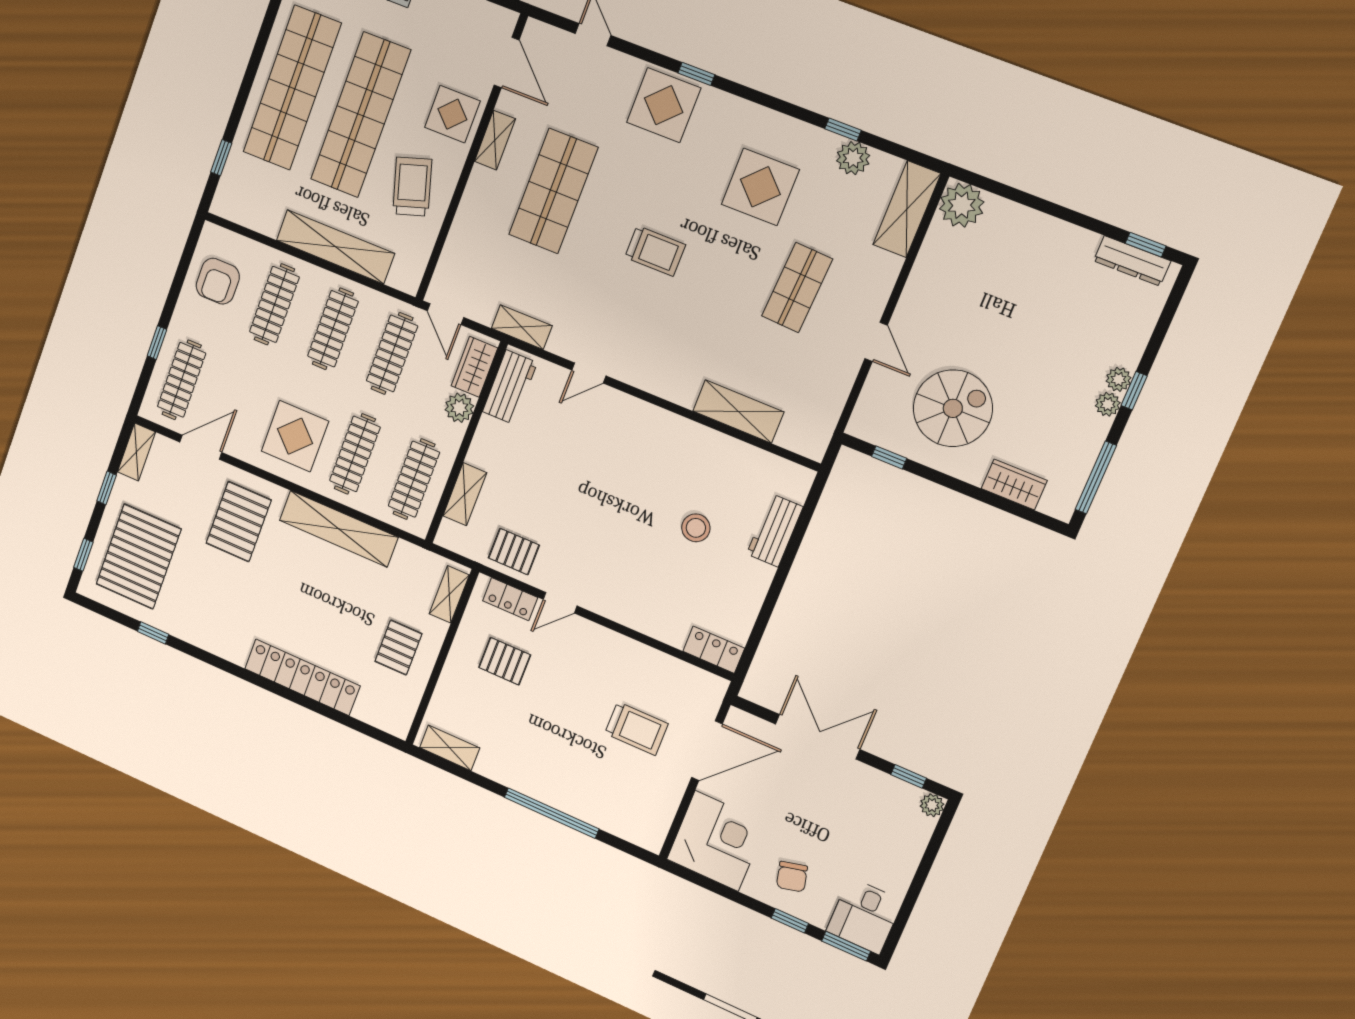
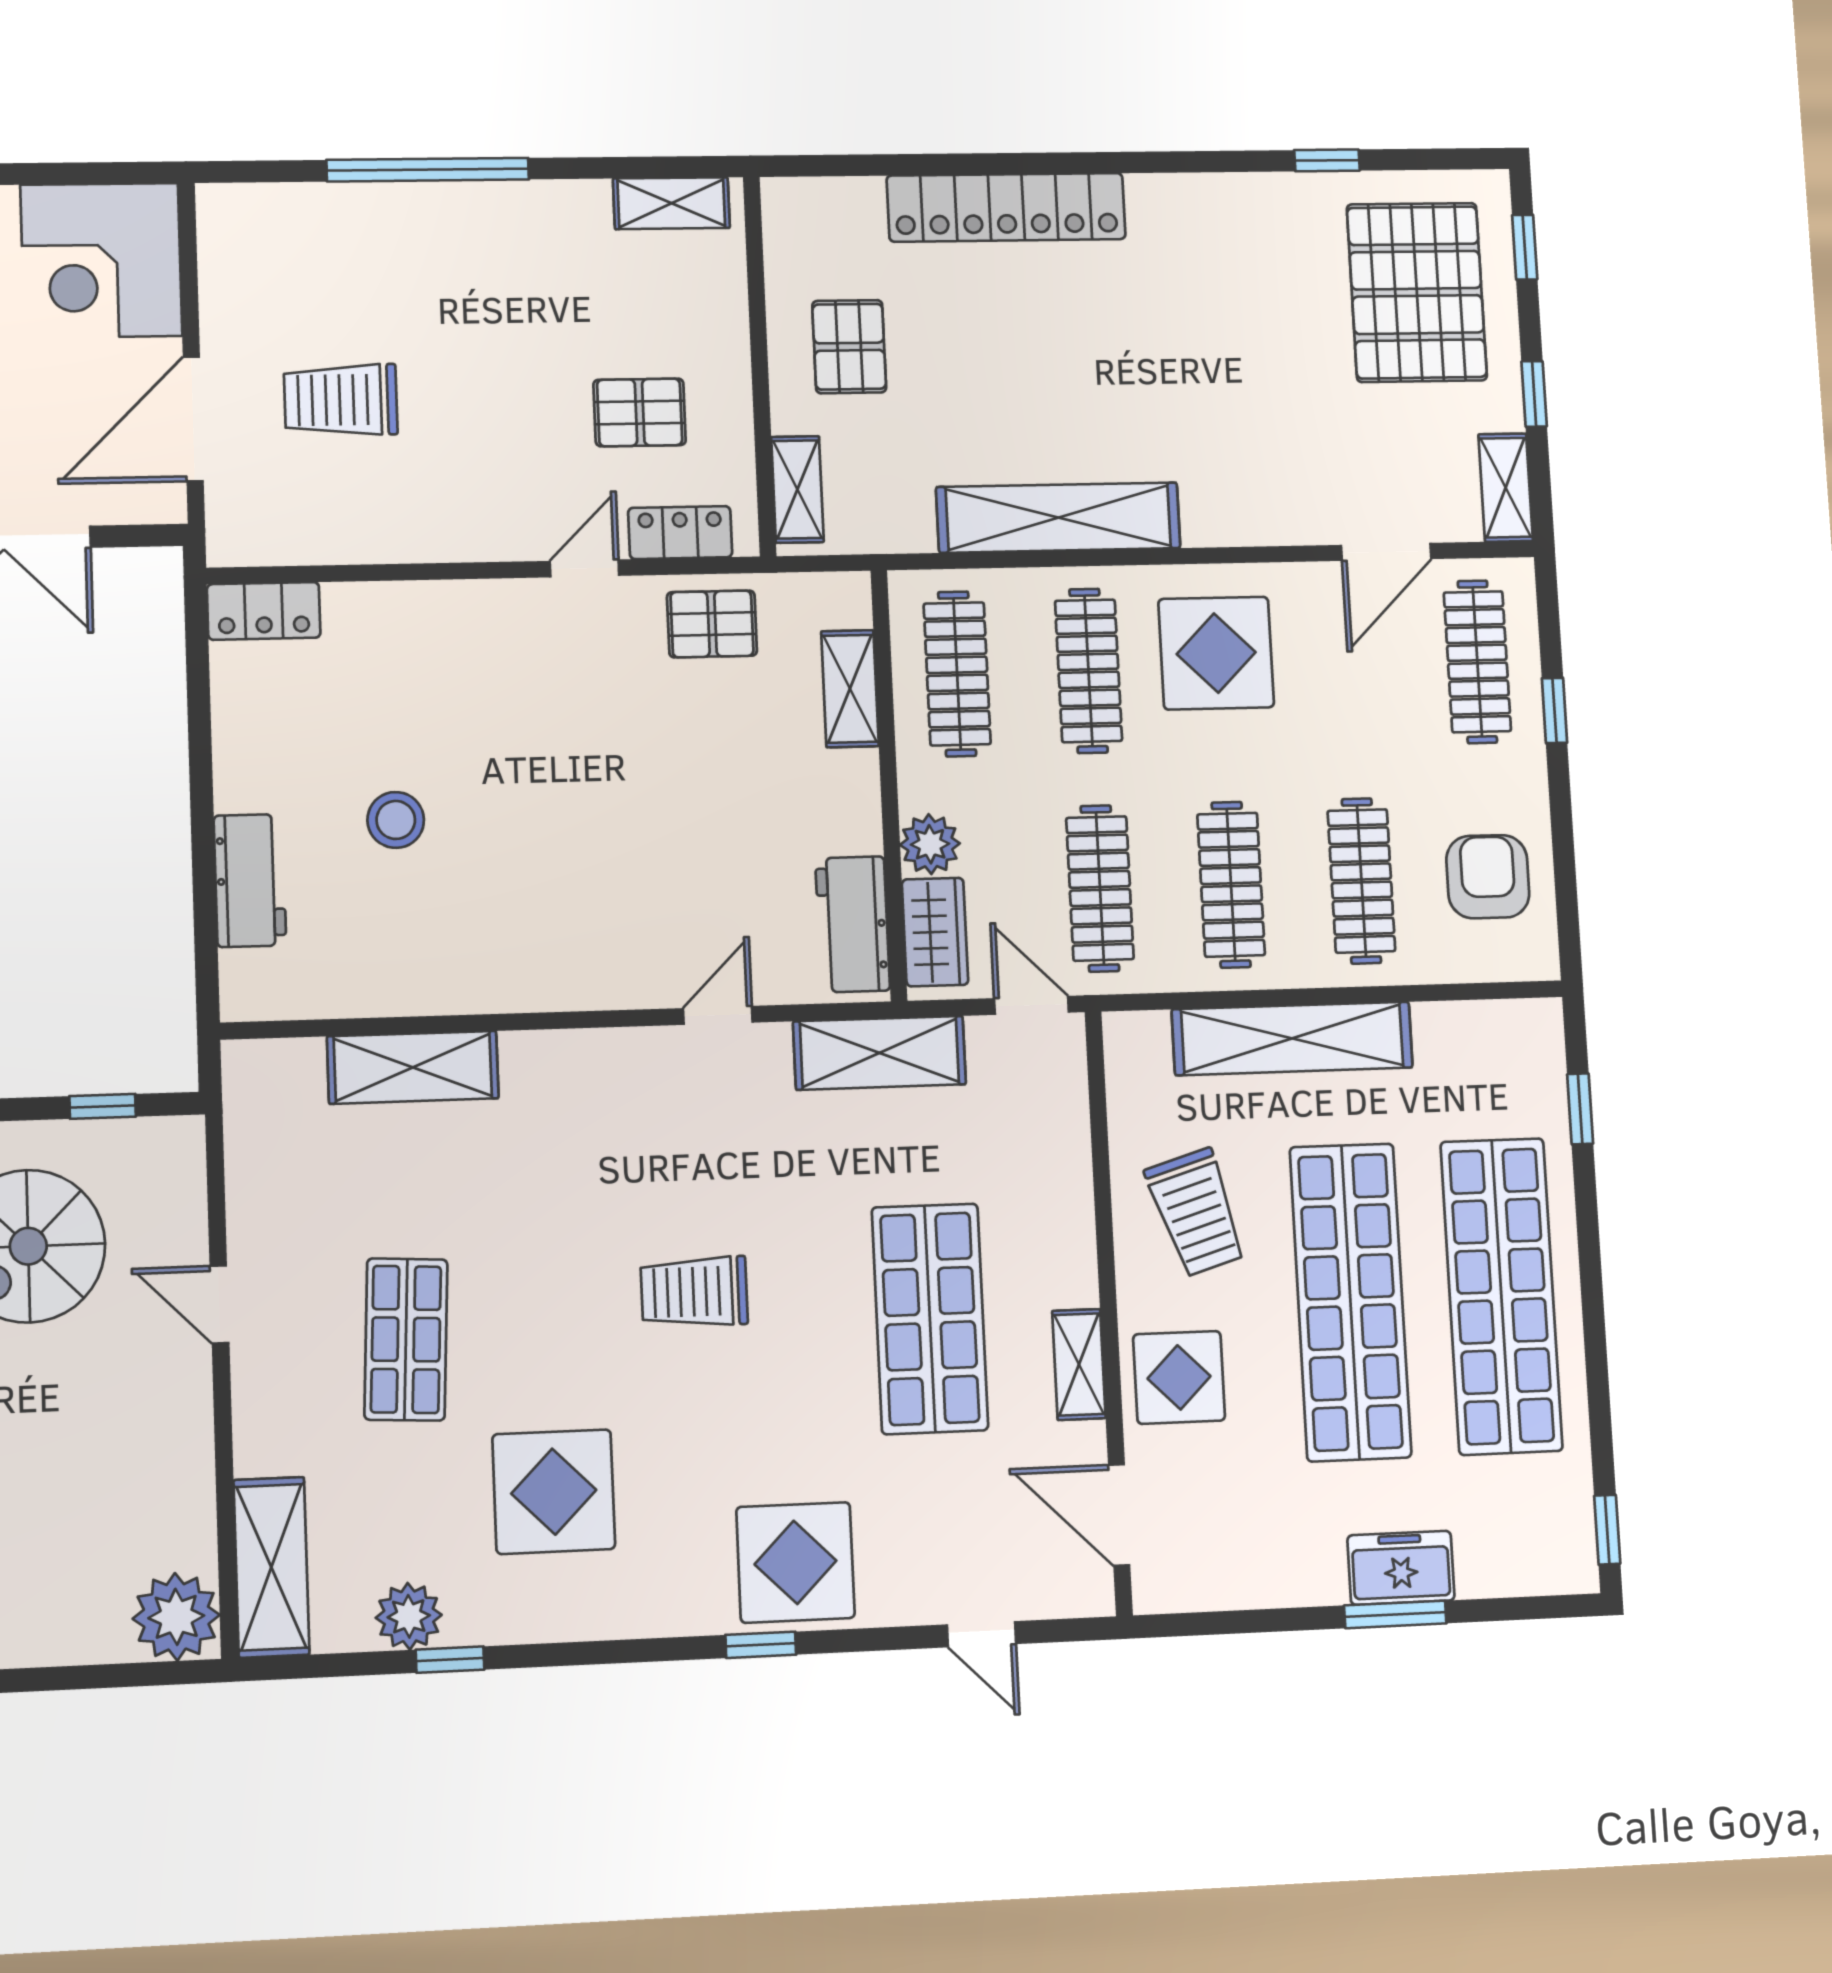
shelving: (522, 327) -> (879, 1053), width x1.50, depth x1.33
pallet: (239, 522) -> (1254, 445), removed

